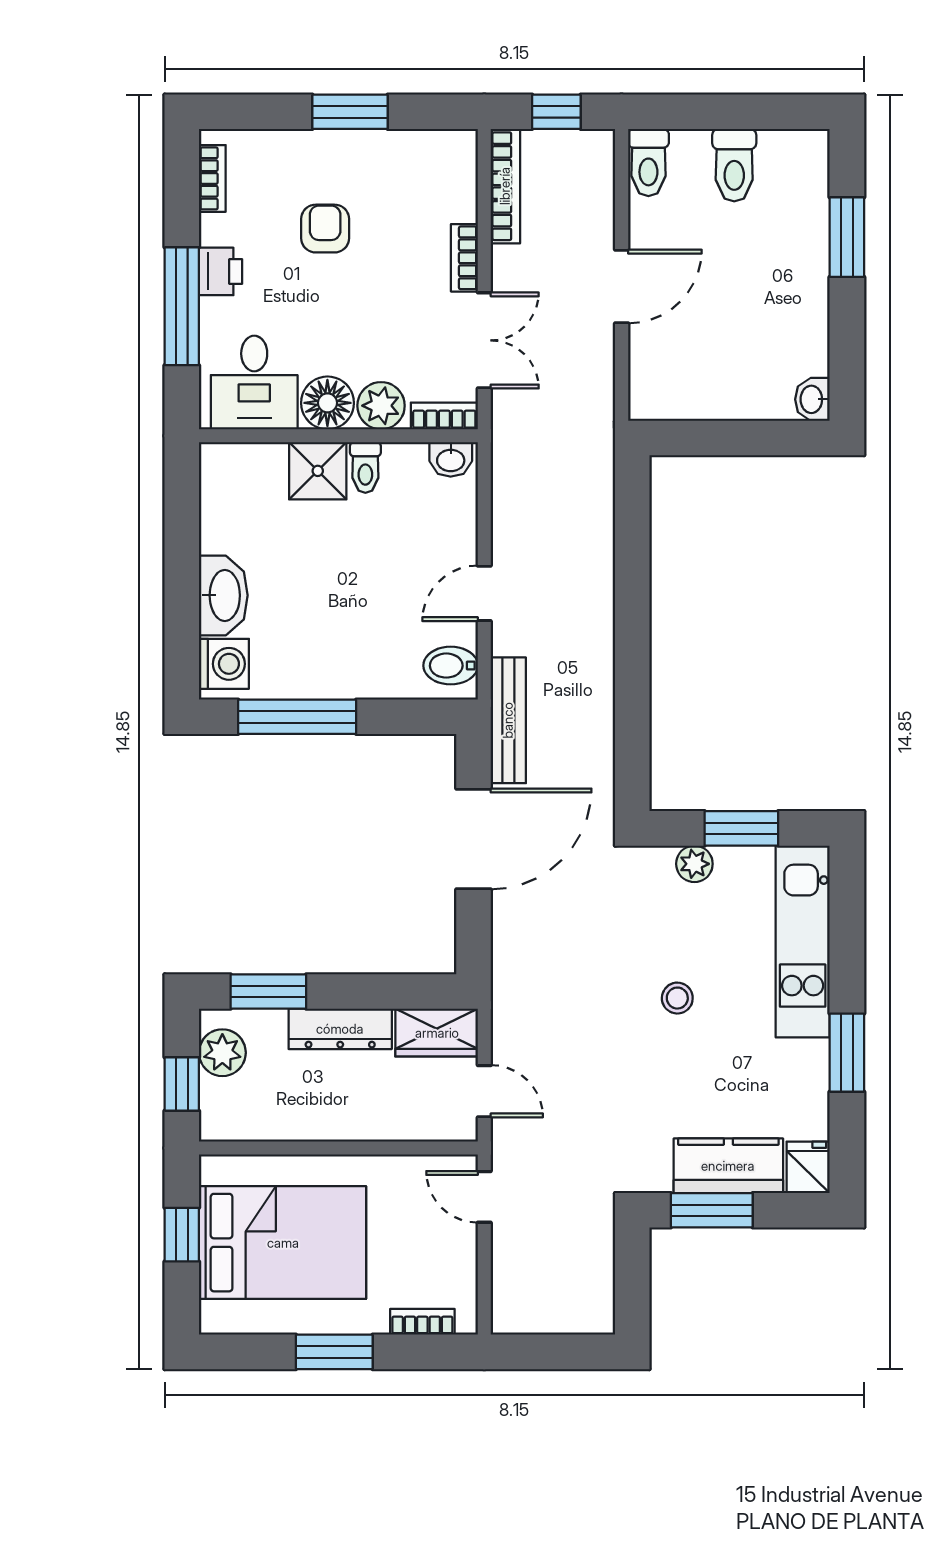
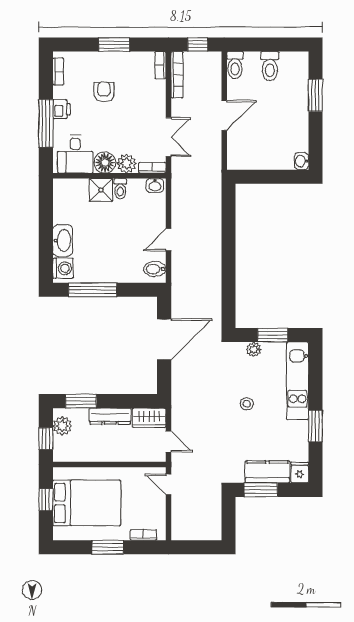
bookcase: (464, 258) -> (160, 65), moved
bench: (508, 720) -> (178, 291), removed

